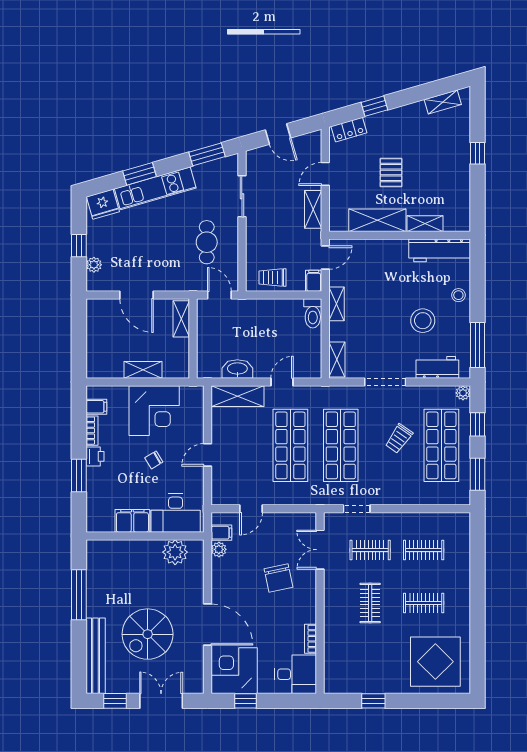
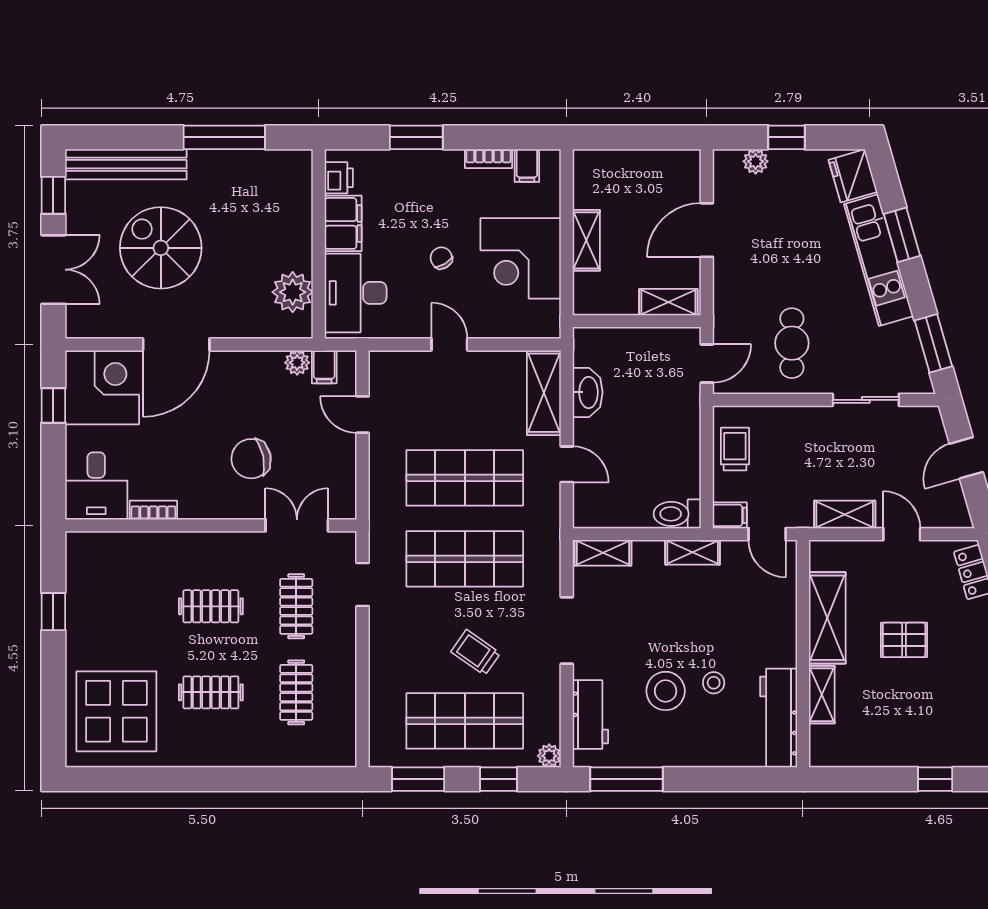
cafe table: (207, 242) -> (792, 343), turned 90
stool: (458, 295) -> (714, 683), moved
printer: (95, 456) -> (339, 178), moved, turned -90
clothes rail: (424, 603) -> (211, 692), turned 90

